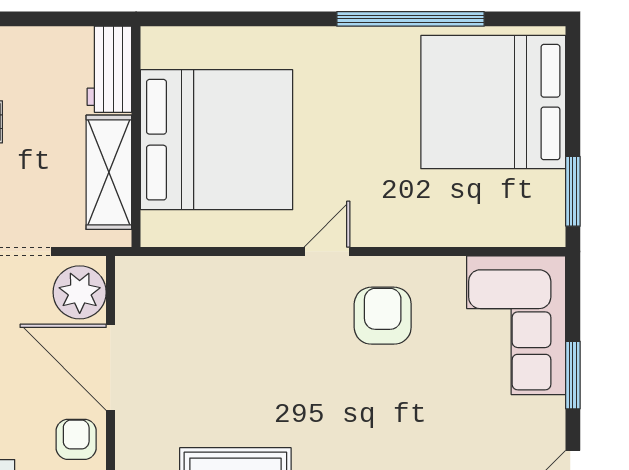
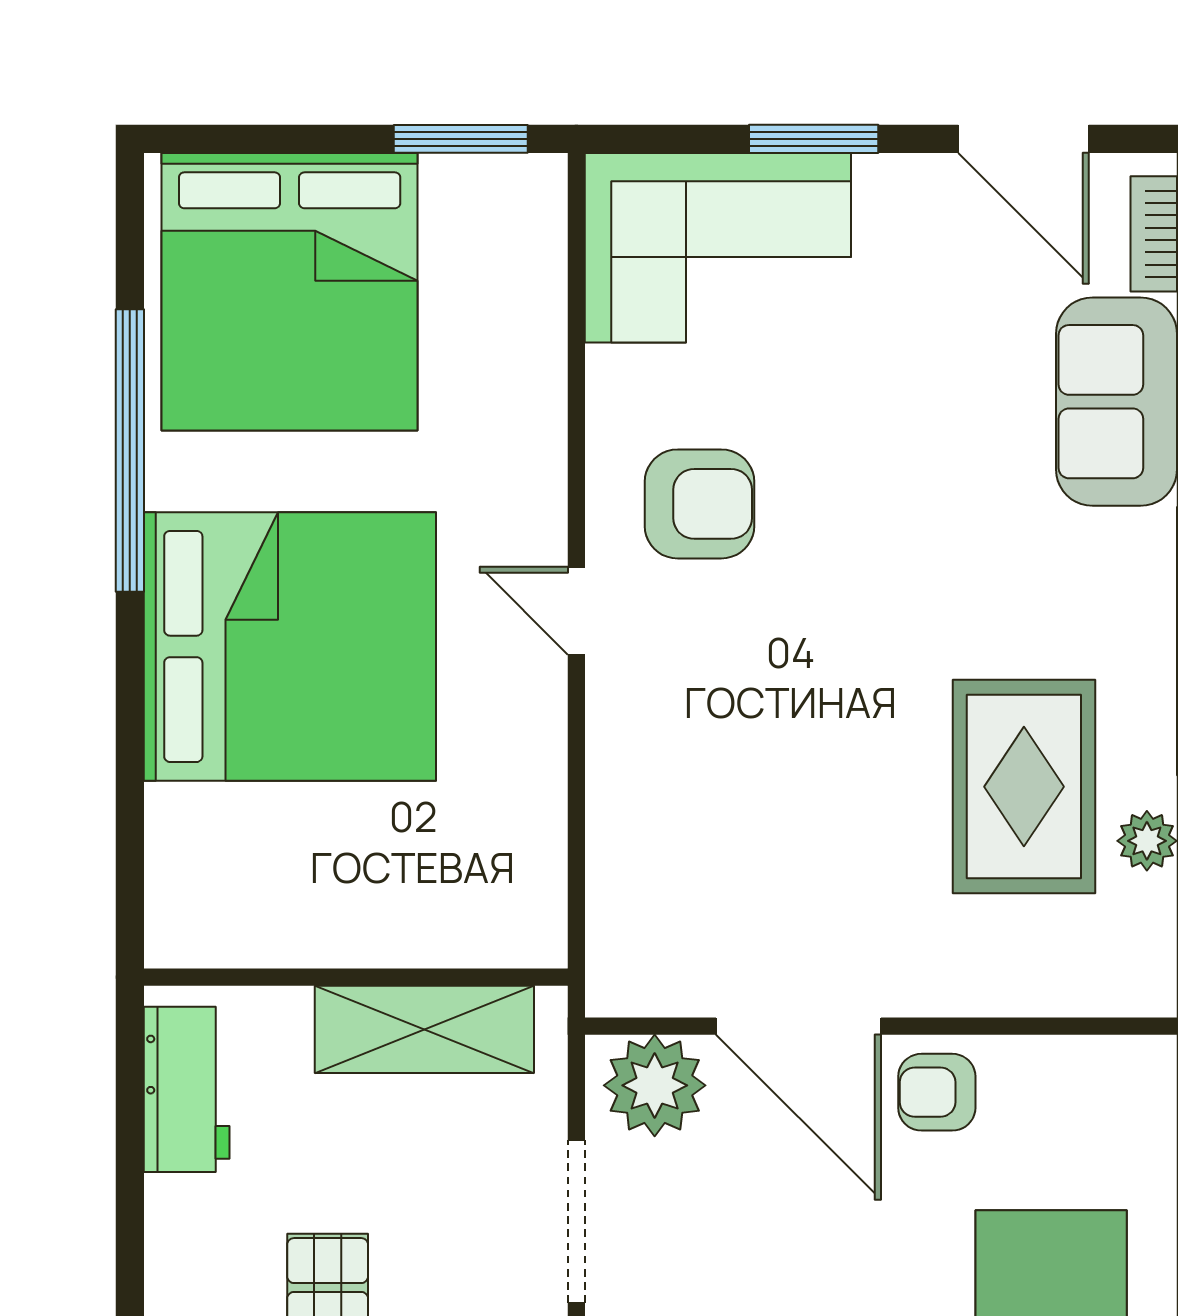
workbench: (109, 69) -> (187, 1089), moved, turned -90
bed: (217, 140) -> (290, 646), moved, turned 90
armchair: (383, 316) -> (699, 504), turned 180
door: (111, 367) -> (798, 1026), hinge flipped

